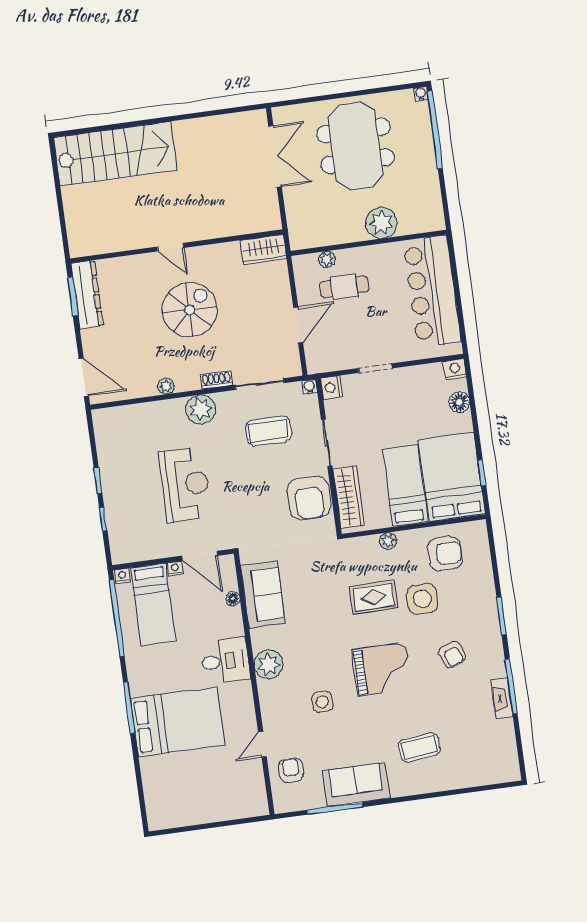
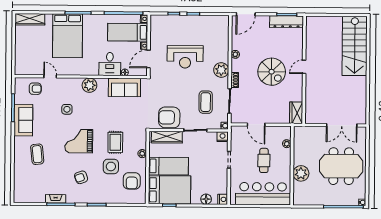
cafe table: (344, 287) -> (264, 160), moved
desk: (225, 661) -> (110, 64), moved
grand piano: (382, 669) -> (79, 141), turned 90
wardrobe: (156, 801) -> (30, 19), added

